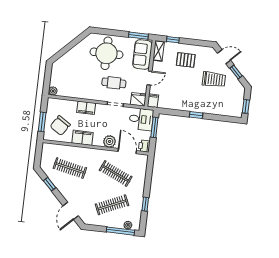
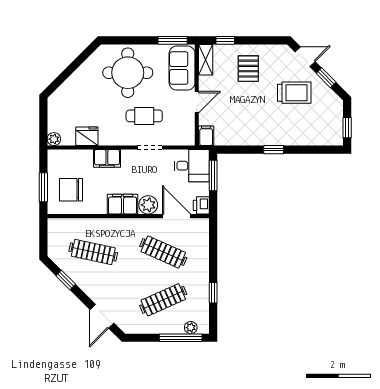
pallet: (186, 60) -> (248, 69), turned 90
fridge: (138, 99) -> (87, 136), moved
chair: (60, 126) -> (71, 190), turned 57
filing cabinet: (83, 138) -> (123, 204), moved

